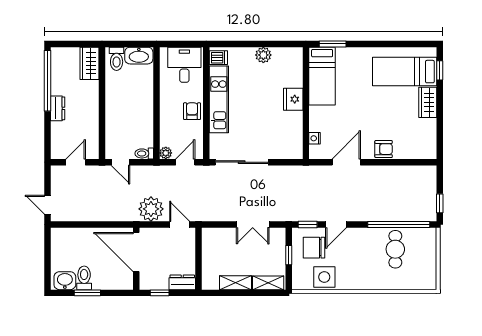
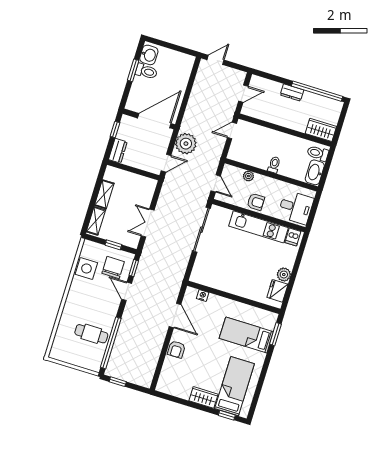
bed: (322, 76) -> (246, 335), moved
fridge: (293, 99) -> (277, 291), moved, turned -90
toilet: (144, 153) -> (274, 165), moved
plant: (166, 153) -> (248, 176), moved
door: (76, 162) -> (243, 94), hinge flipped

